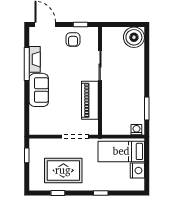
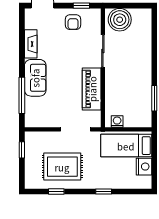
boiler: (134, 37) -> (120, 20), moved
window: (27, 64) -> (22, 95), moved
washing machine: (136, 130) -> (117, 121), moved

